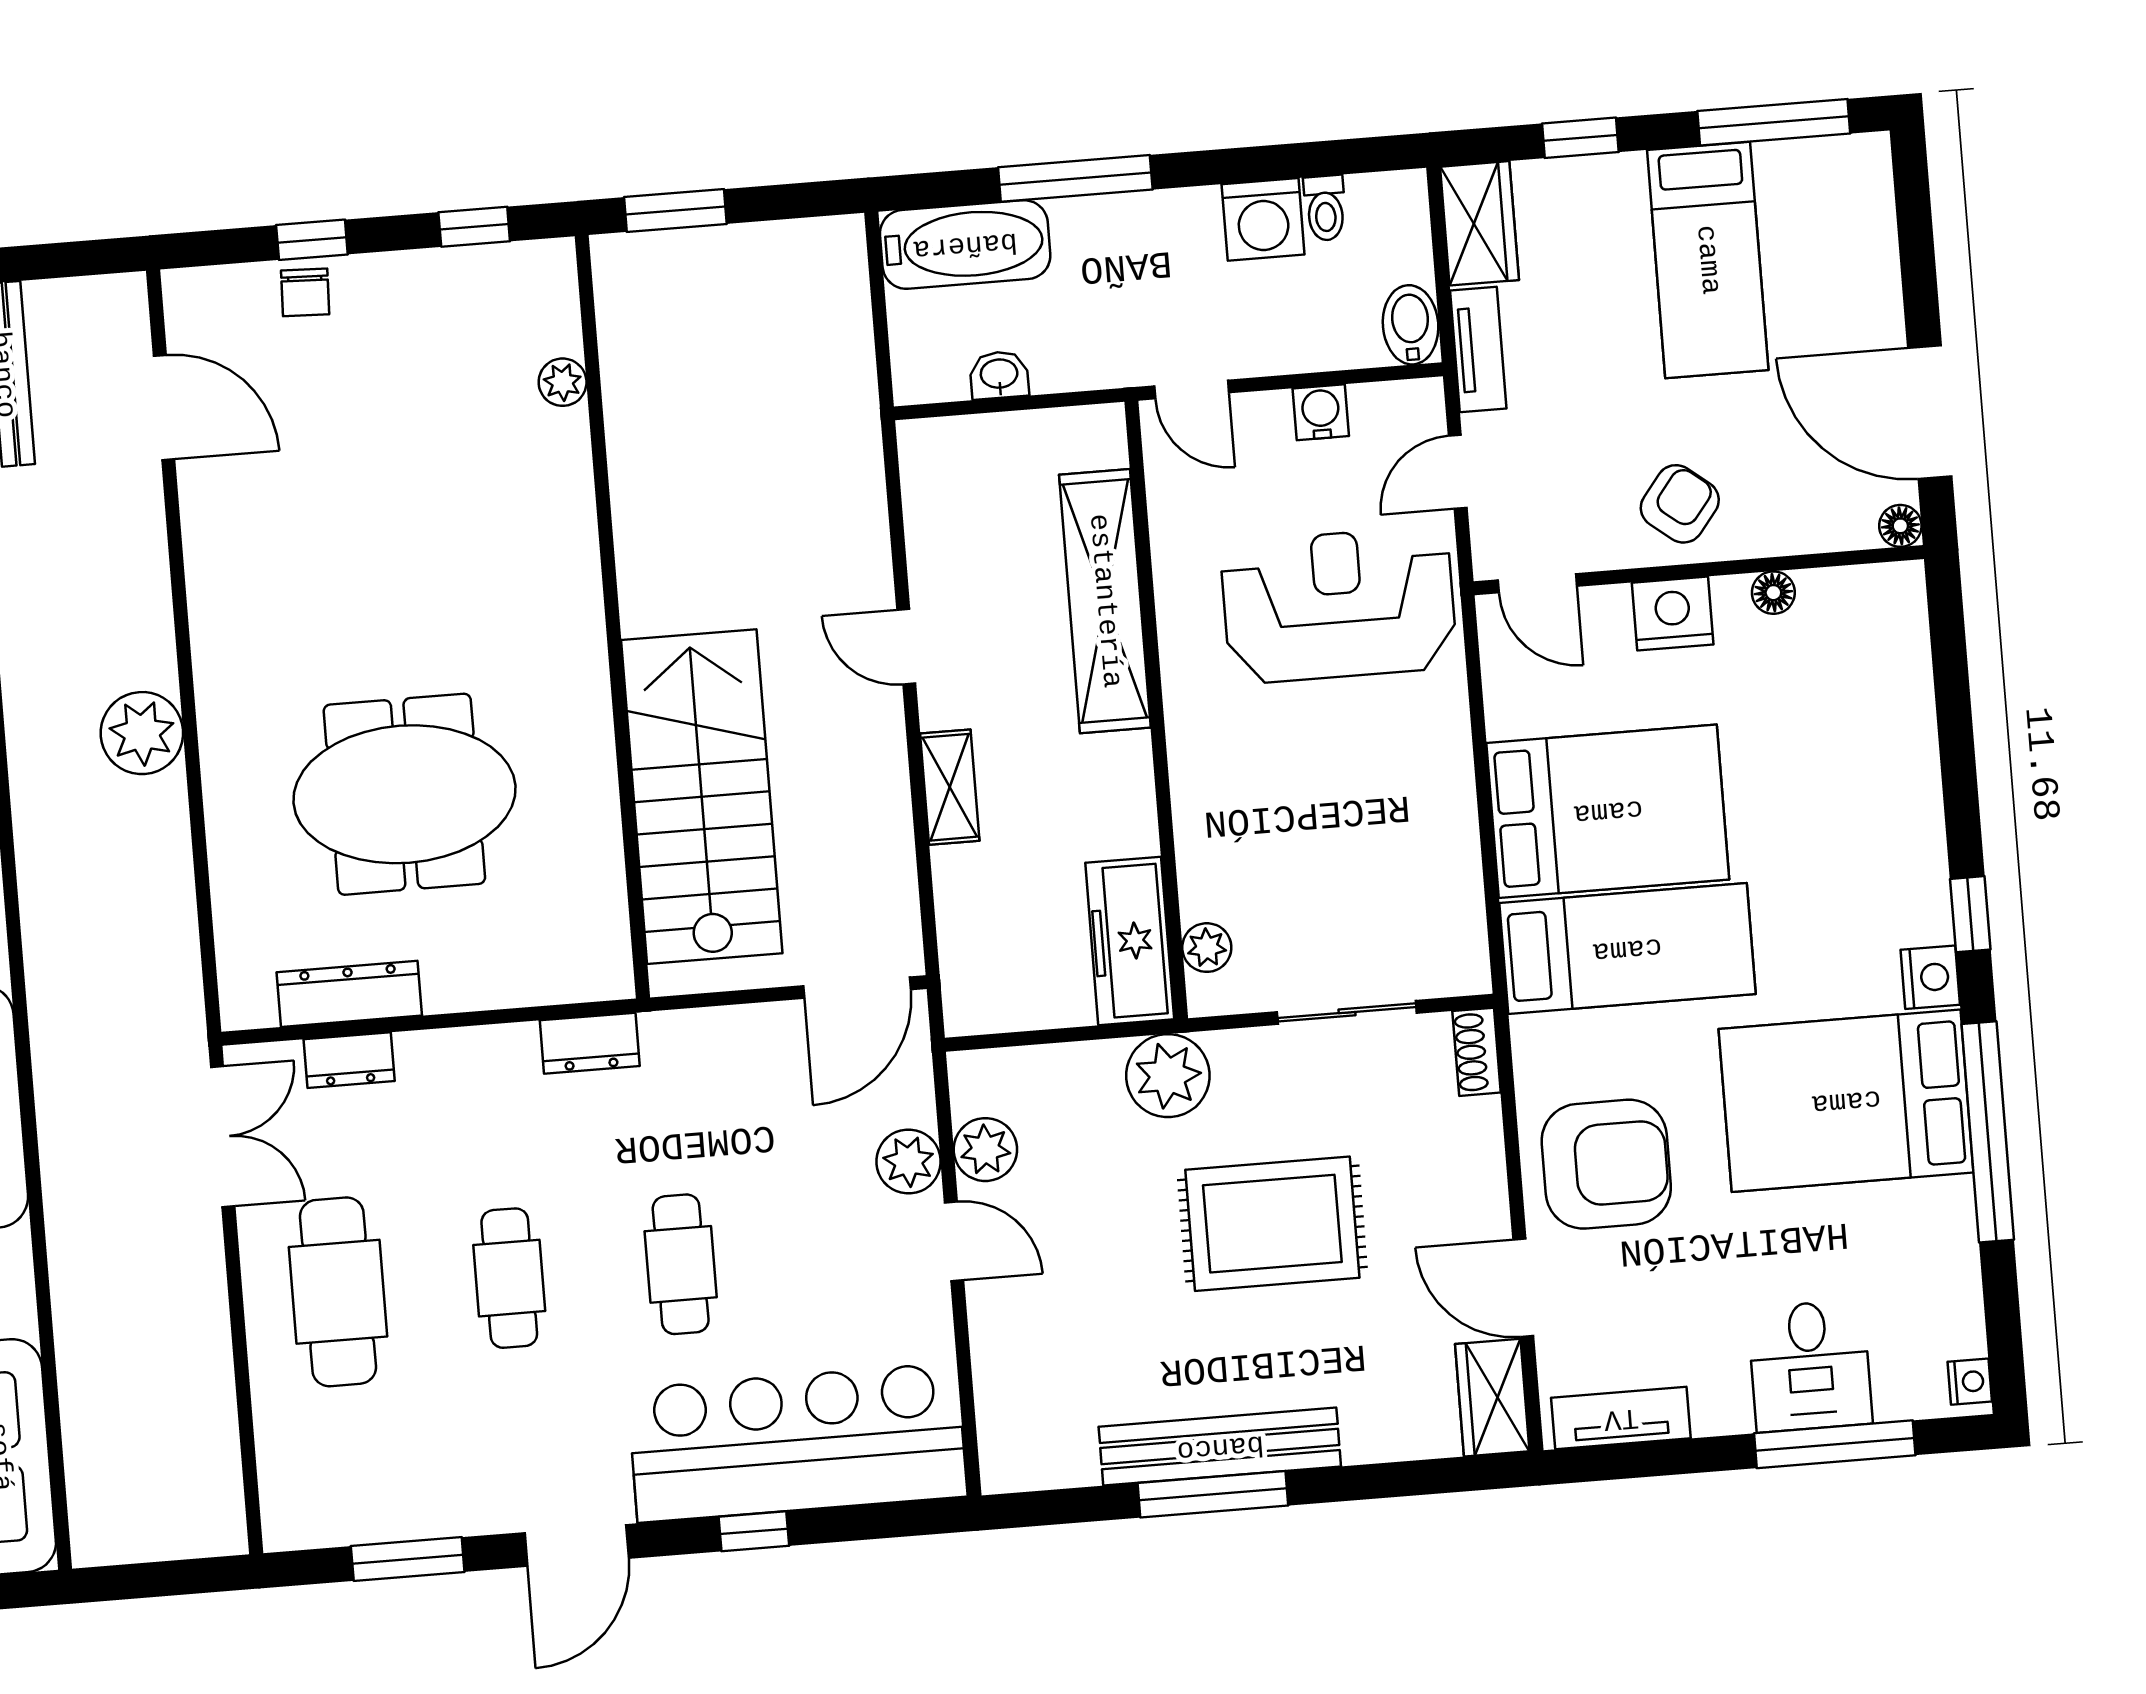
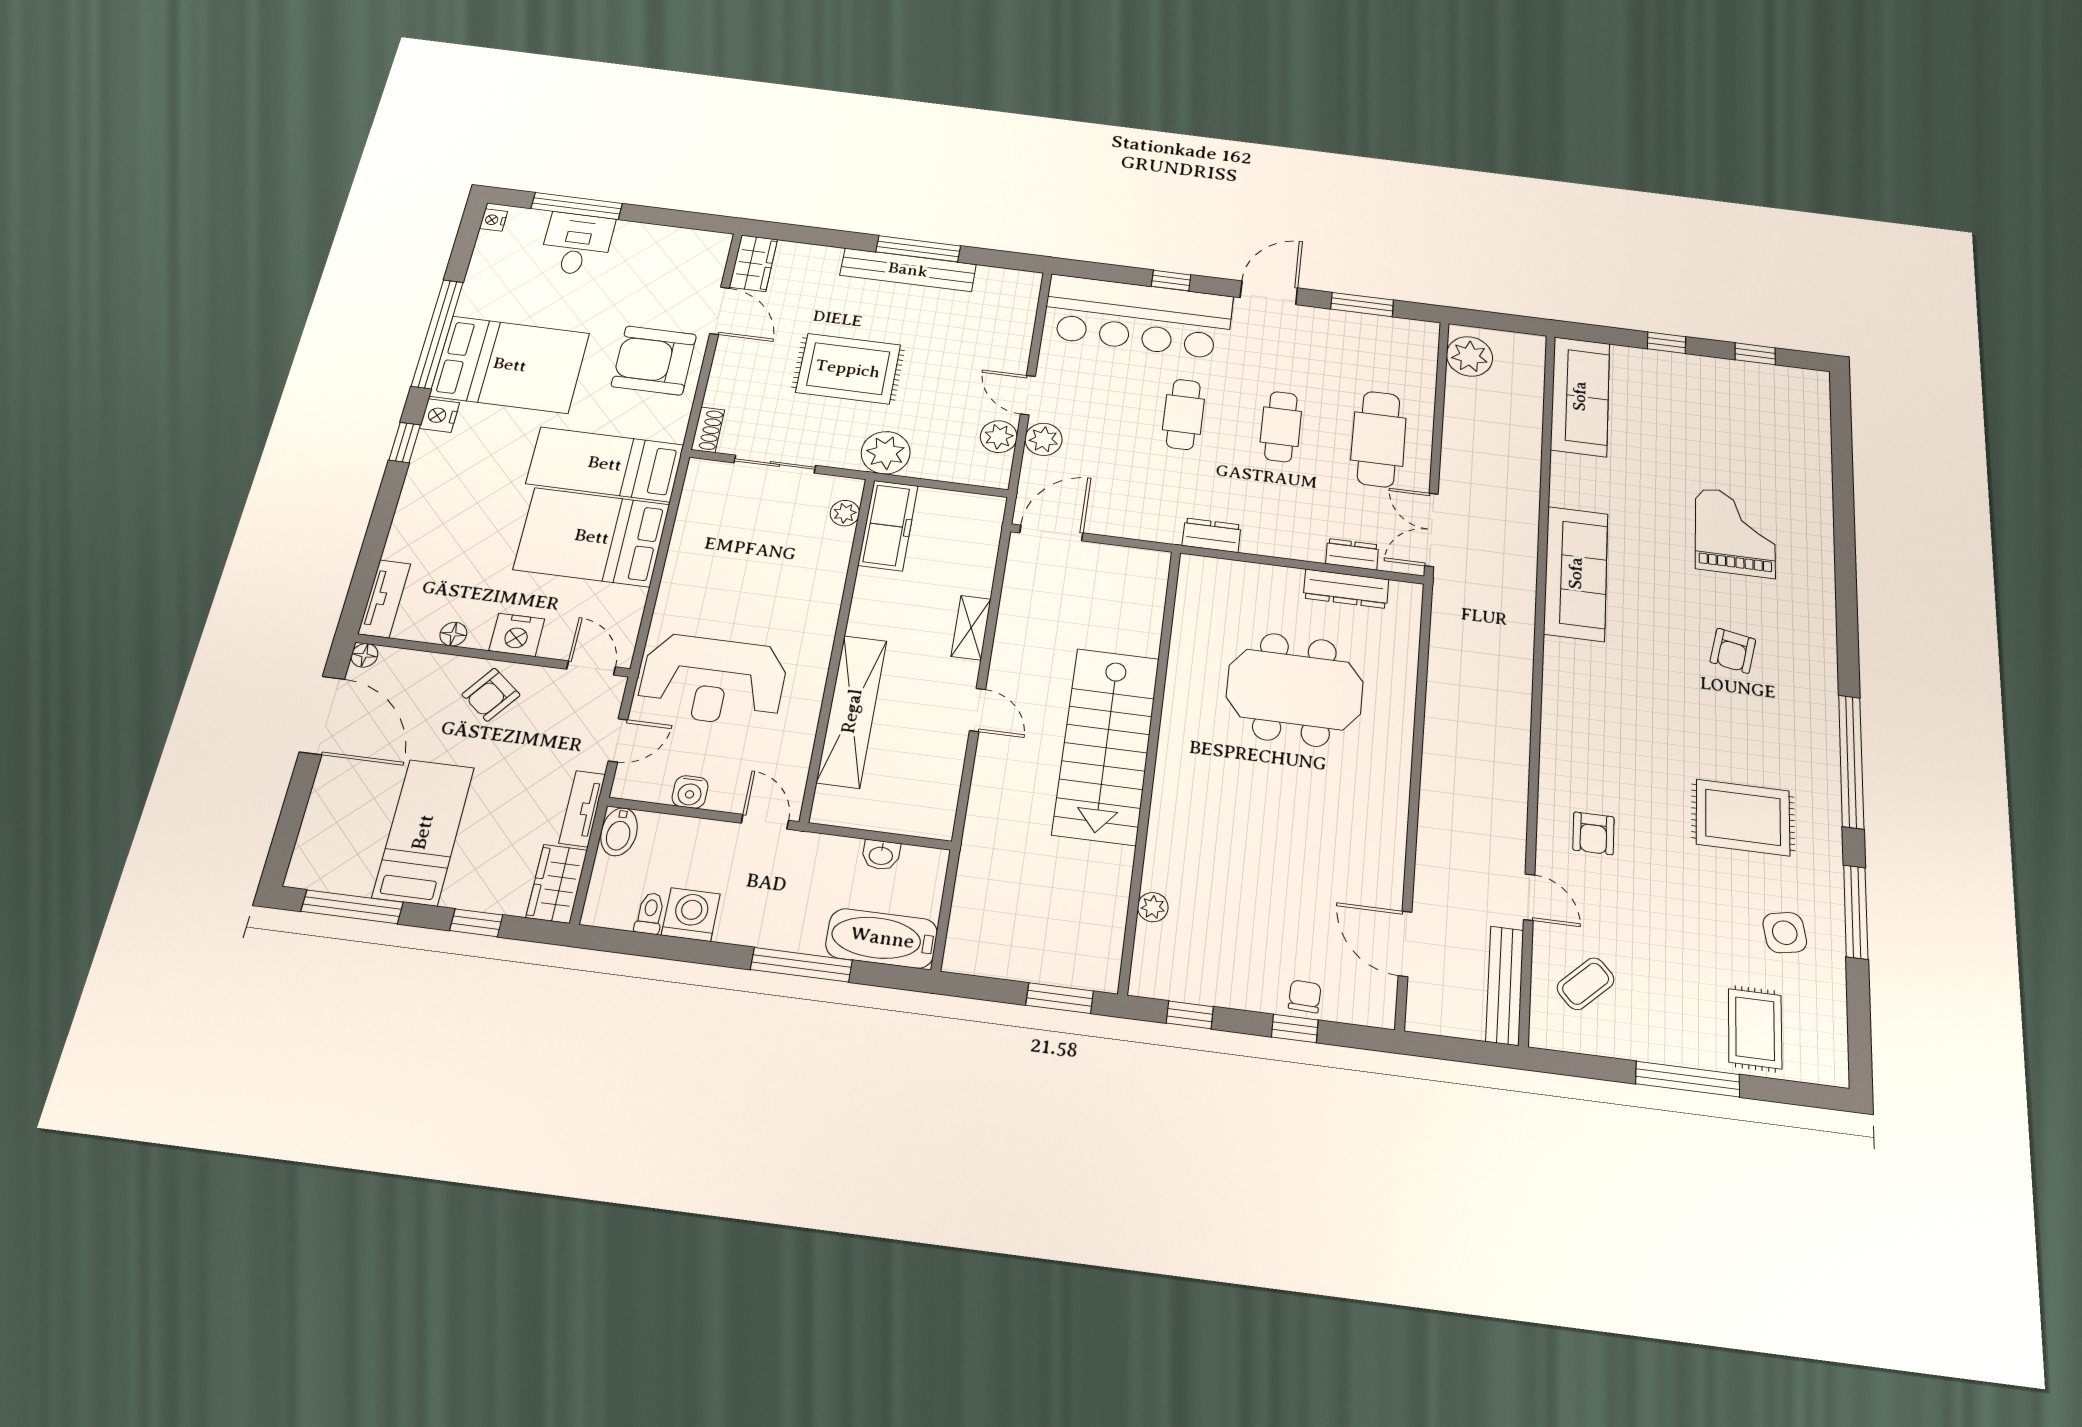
plant: (142, 733) -> (1469, 356), moved
stairs: (702, 797) -> (1106, 746), moved
tv unit: (1621, 1418) -> (384, 599), moved, turned -90

